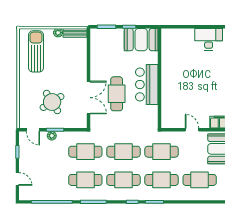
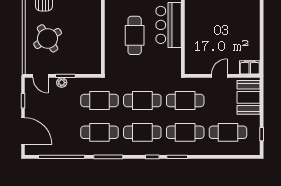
double door: (88, 98) -> (103, 40), removed
round table: (52, 102) -> (48, 38), moved
door: (192, 130) -> (219, 76), hinge flipped
door: (17, 179) -> (23, 131), width x1.88

